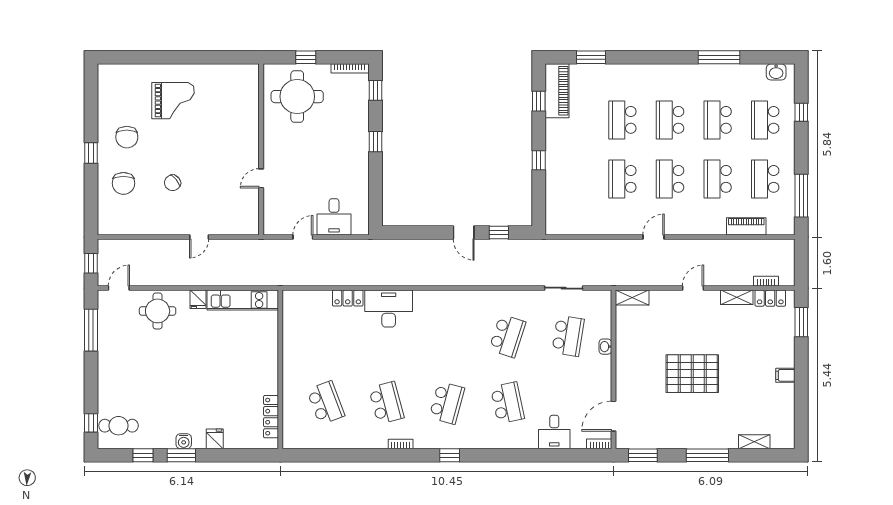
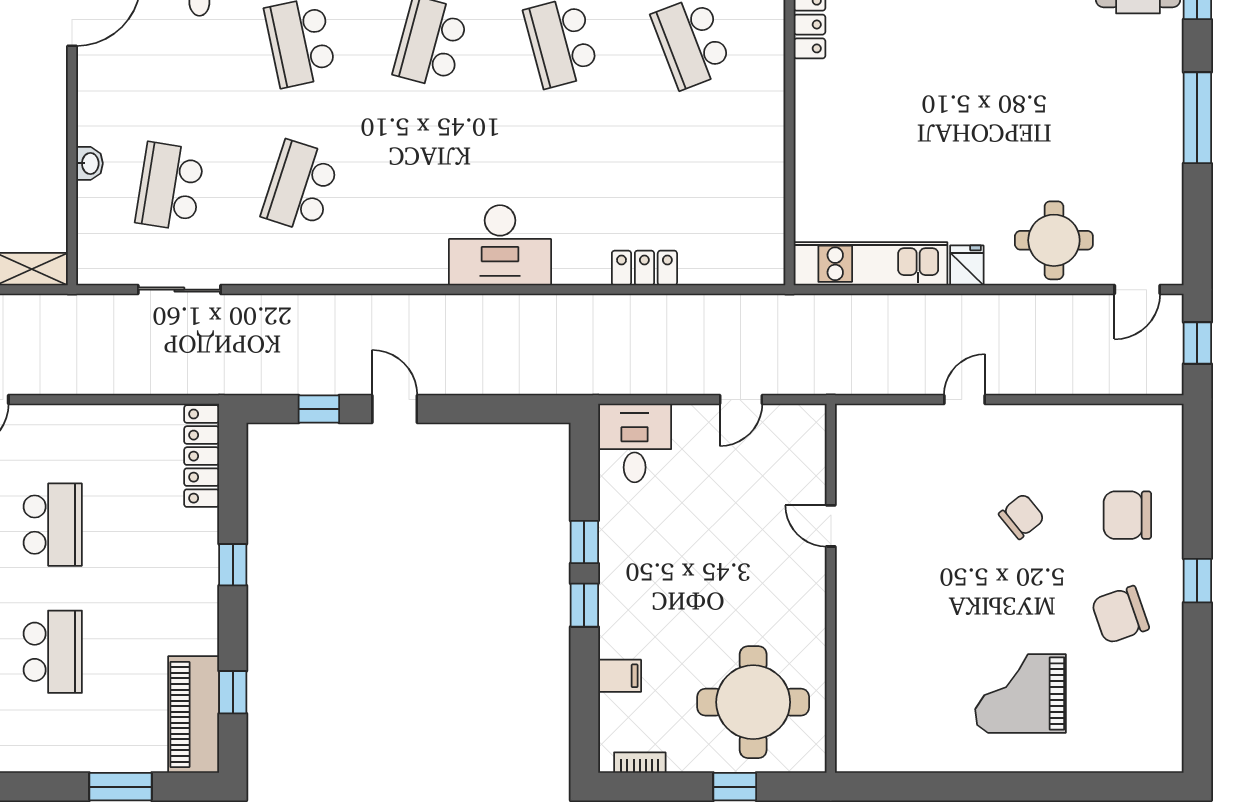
bookcase: (350, 68) -> (640, 763), width x0.64
window: (376, 90) -> (584, 542), moved
filing cabinet: (359, 109) -> (620, 676), added
chair: (127, 137) -> (1120, 615), turned -109
door: (261, 178) -> (831, 526), swing flipped
chair: (123, 183) -> (1127, 515), turned -90
locker: (553, 211) -> (202, 456), added
desk: (334, 217) -> (635, 443), moved
desk: (389, 309) -> (500, 245), moved
window: (91, 330) -> (1197, 118), moved

